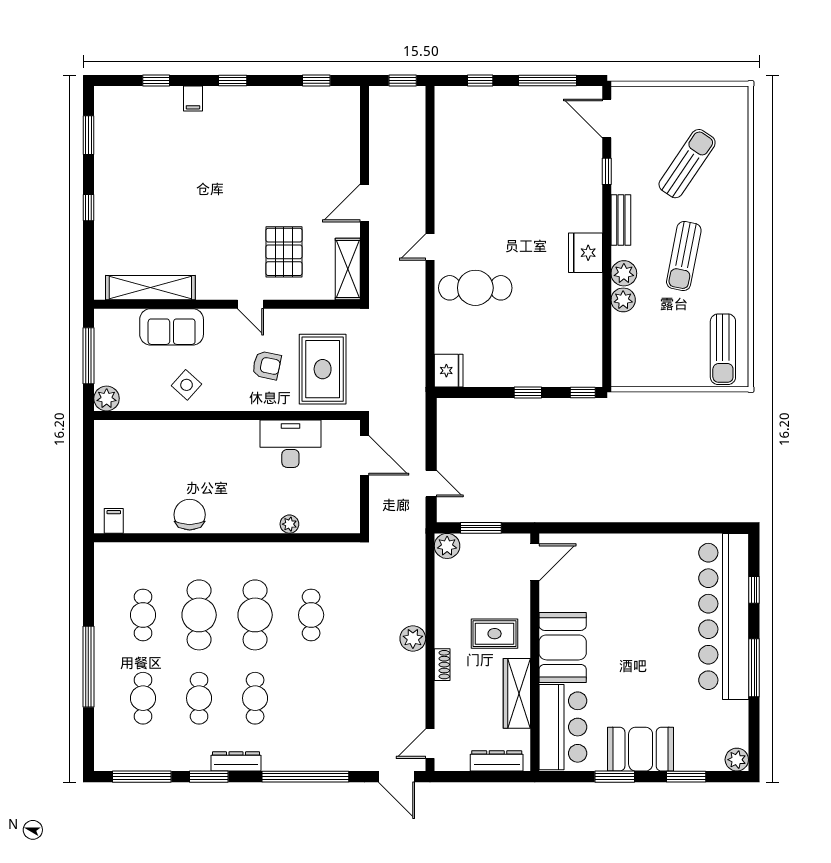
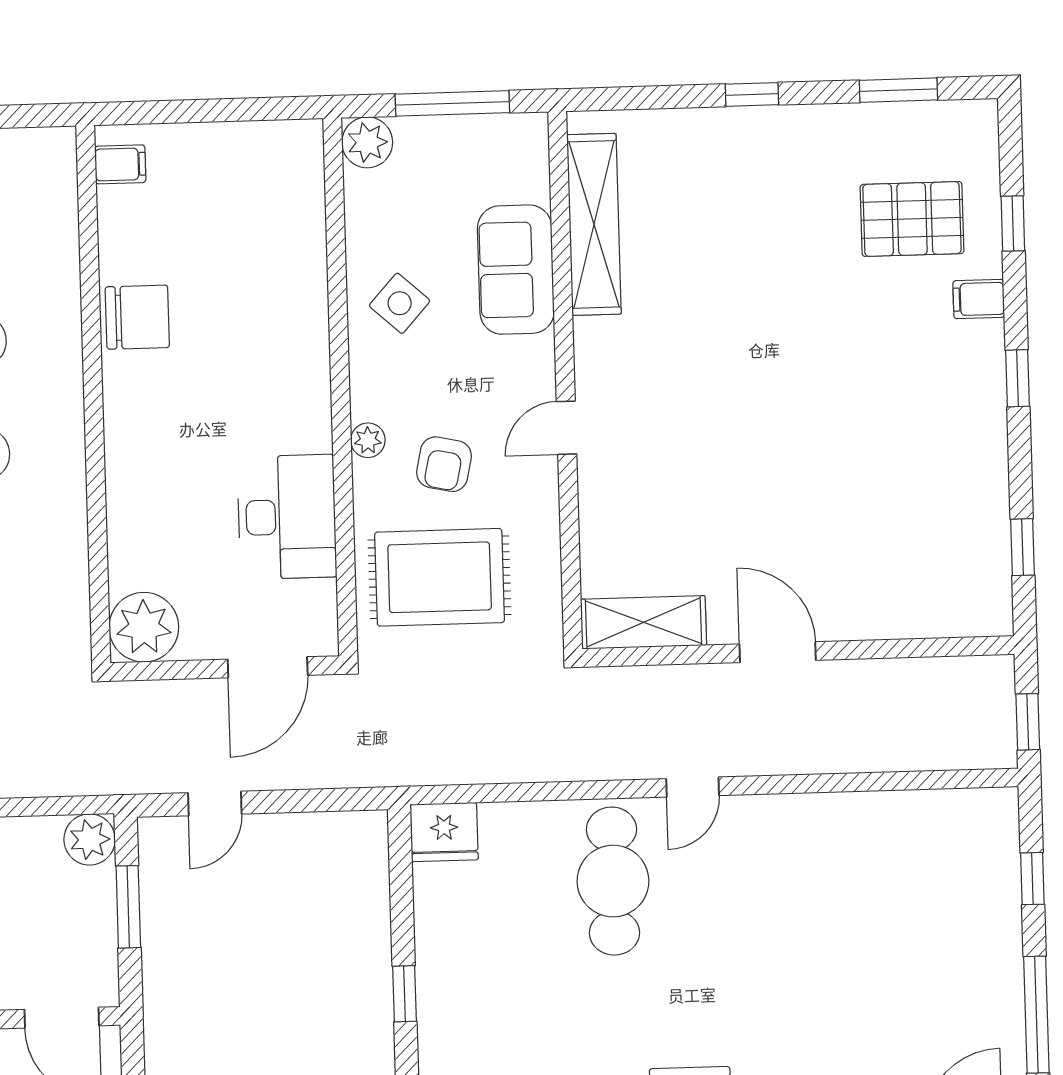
door: (430, 247) -> (693, 787), swing flipped
pallet: (284, 252) -> (912, 219), moved
plant: (254, 403) -> (368, 440), added
plant: (289, 524) -> (144, 627), moved, width x1.88, depth x1.88

